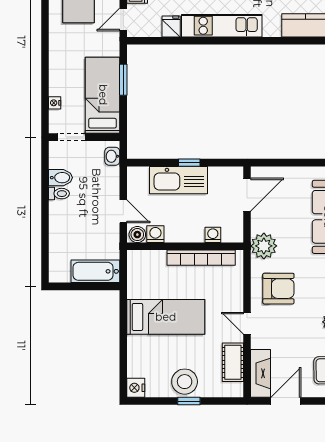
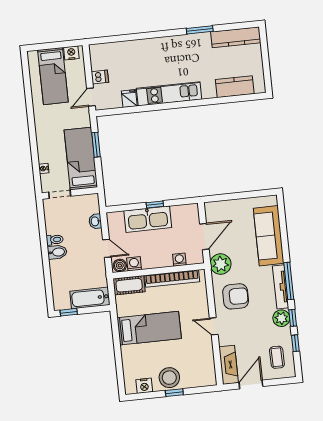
washbasin: (112, 156) -> (95, 221), moved
bidet: (61, 178) -> (57, 252), moved
door: (247, 195) -> (204, 237), moved
window: (67, 286) -> (69, 312), added
cot: (233, 362) -> (129, 285), moved, turned 90
nightstand: (136, 388) -> (144, 386), moved, turned -90

